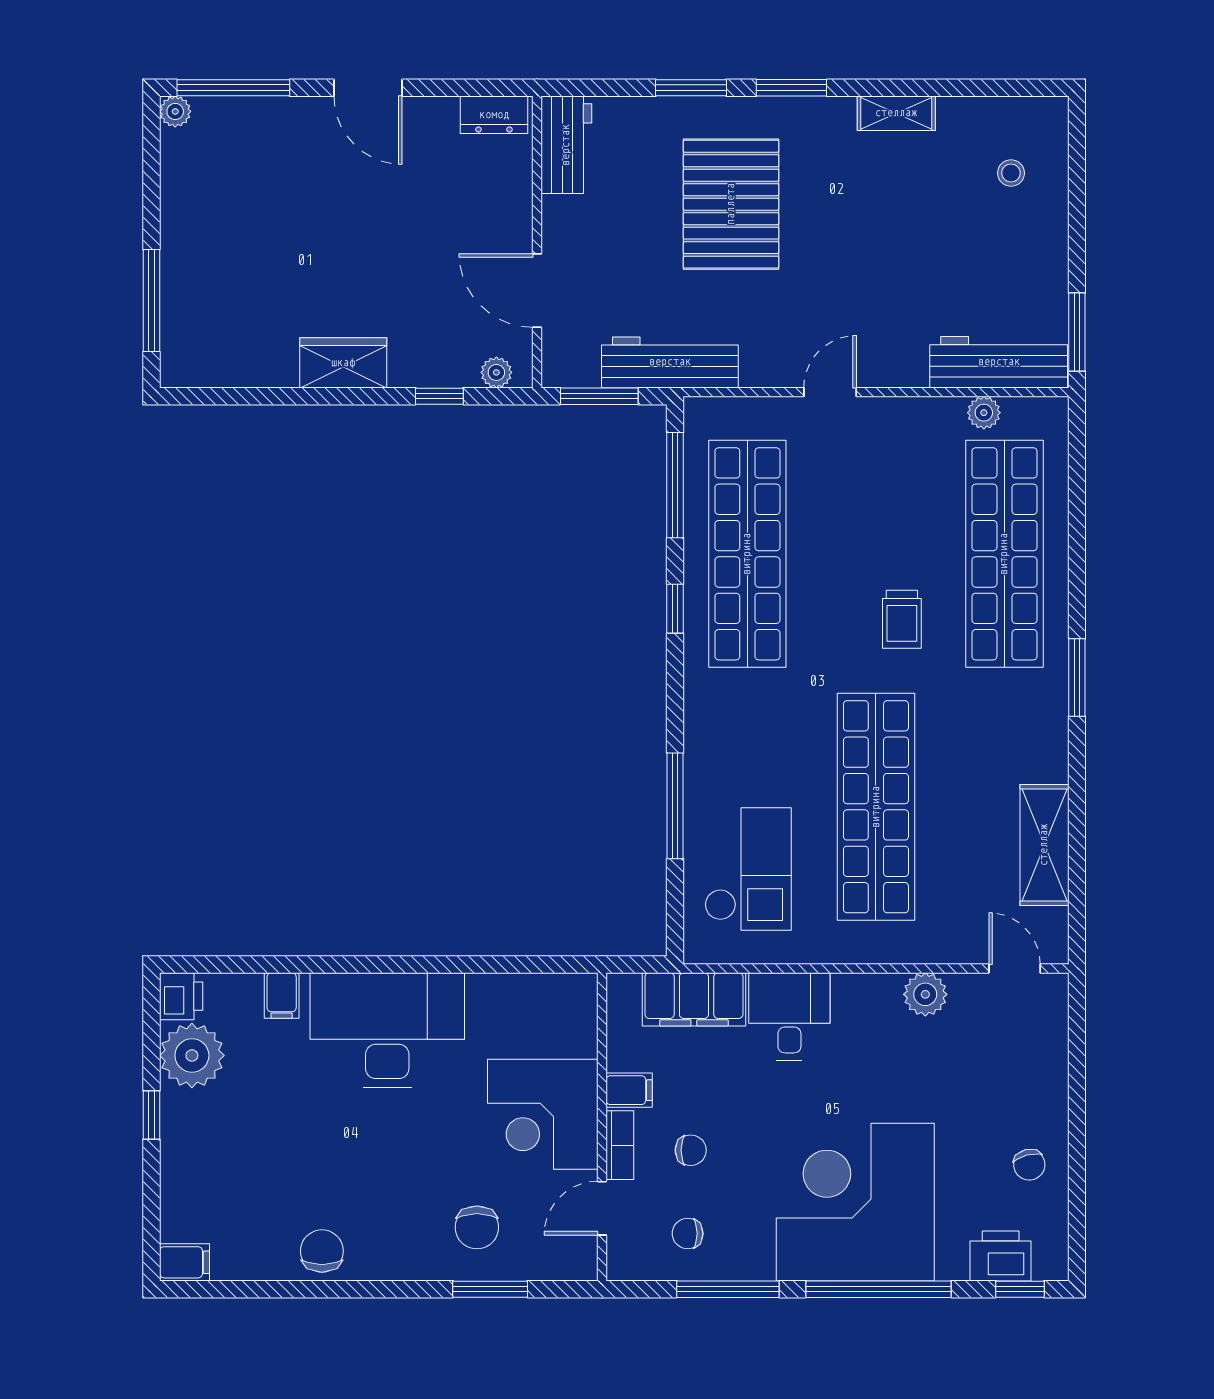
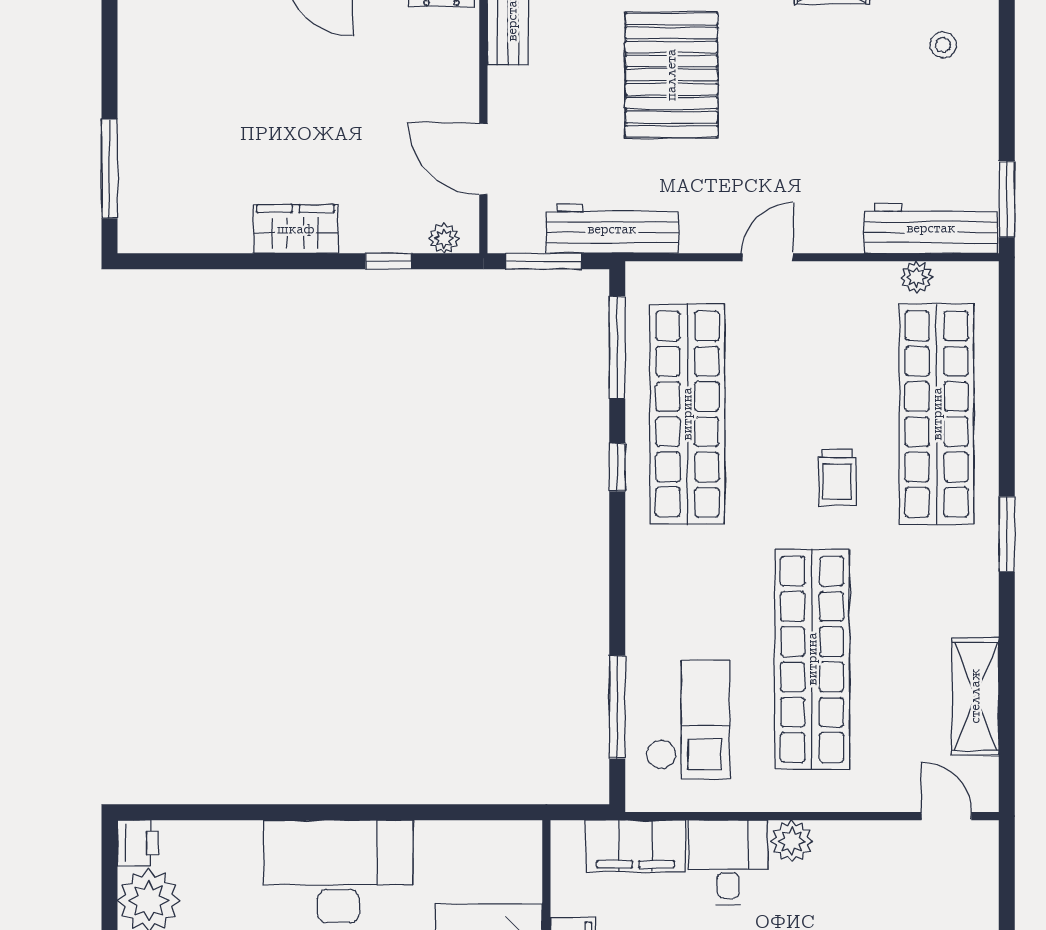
window: (675, 806) -> (617, 707), moved
plant: (925, 994) -> (792, 841), moved
filing cabinet: (282, 995) -> (236, 842), removed

